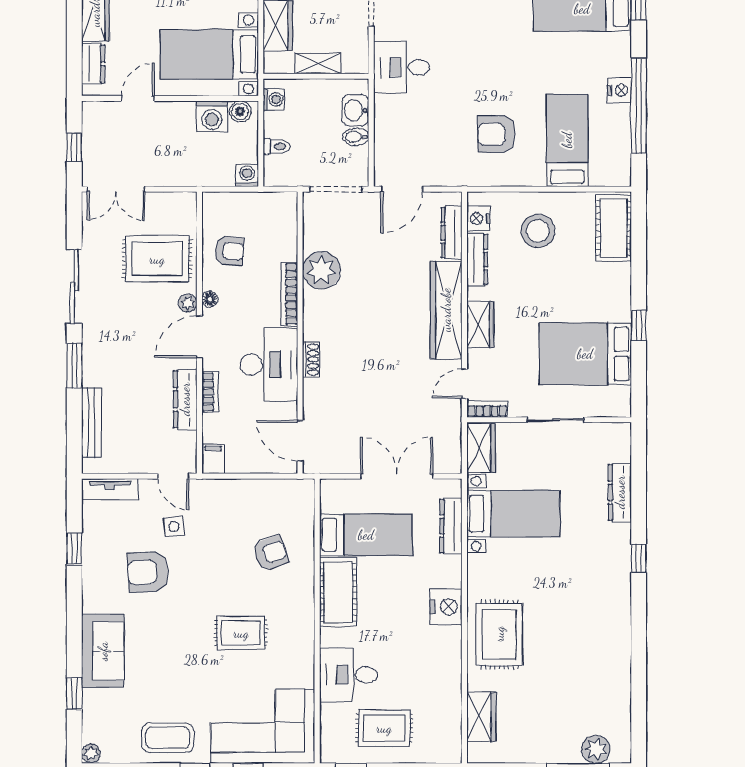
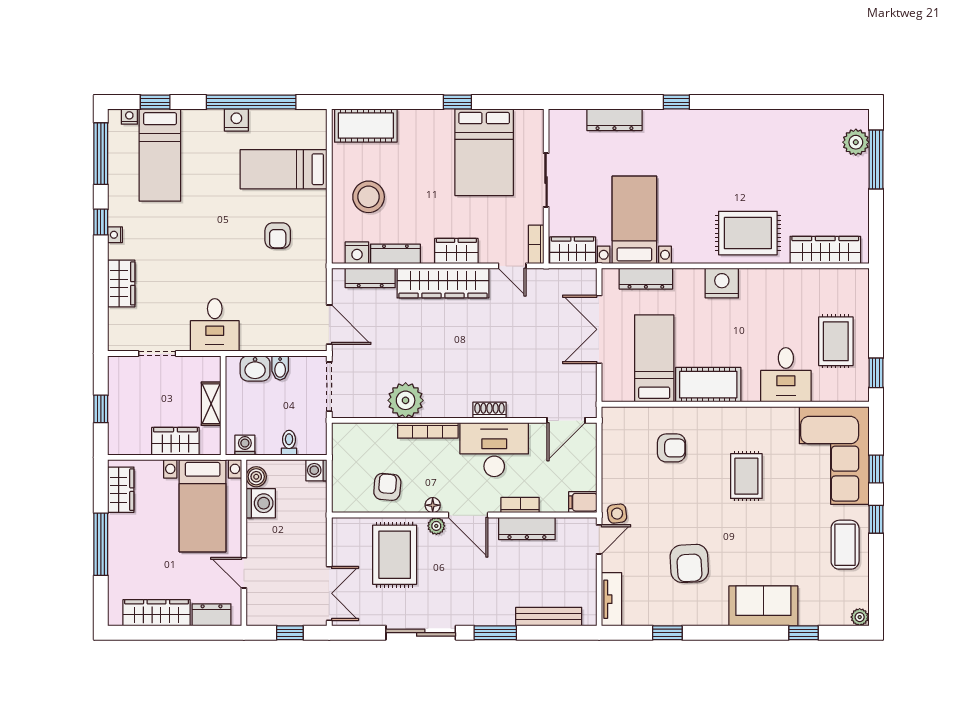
armchair: (497, 134) -> (278, 236), width x0.72, depth x0.72
side table: (174, 527) -> (617, 514), moved
armchair: (271, 553) -> (671, 448), turned 109
wardrobe: (481, 717) -> (825, 250), width x1.50

